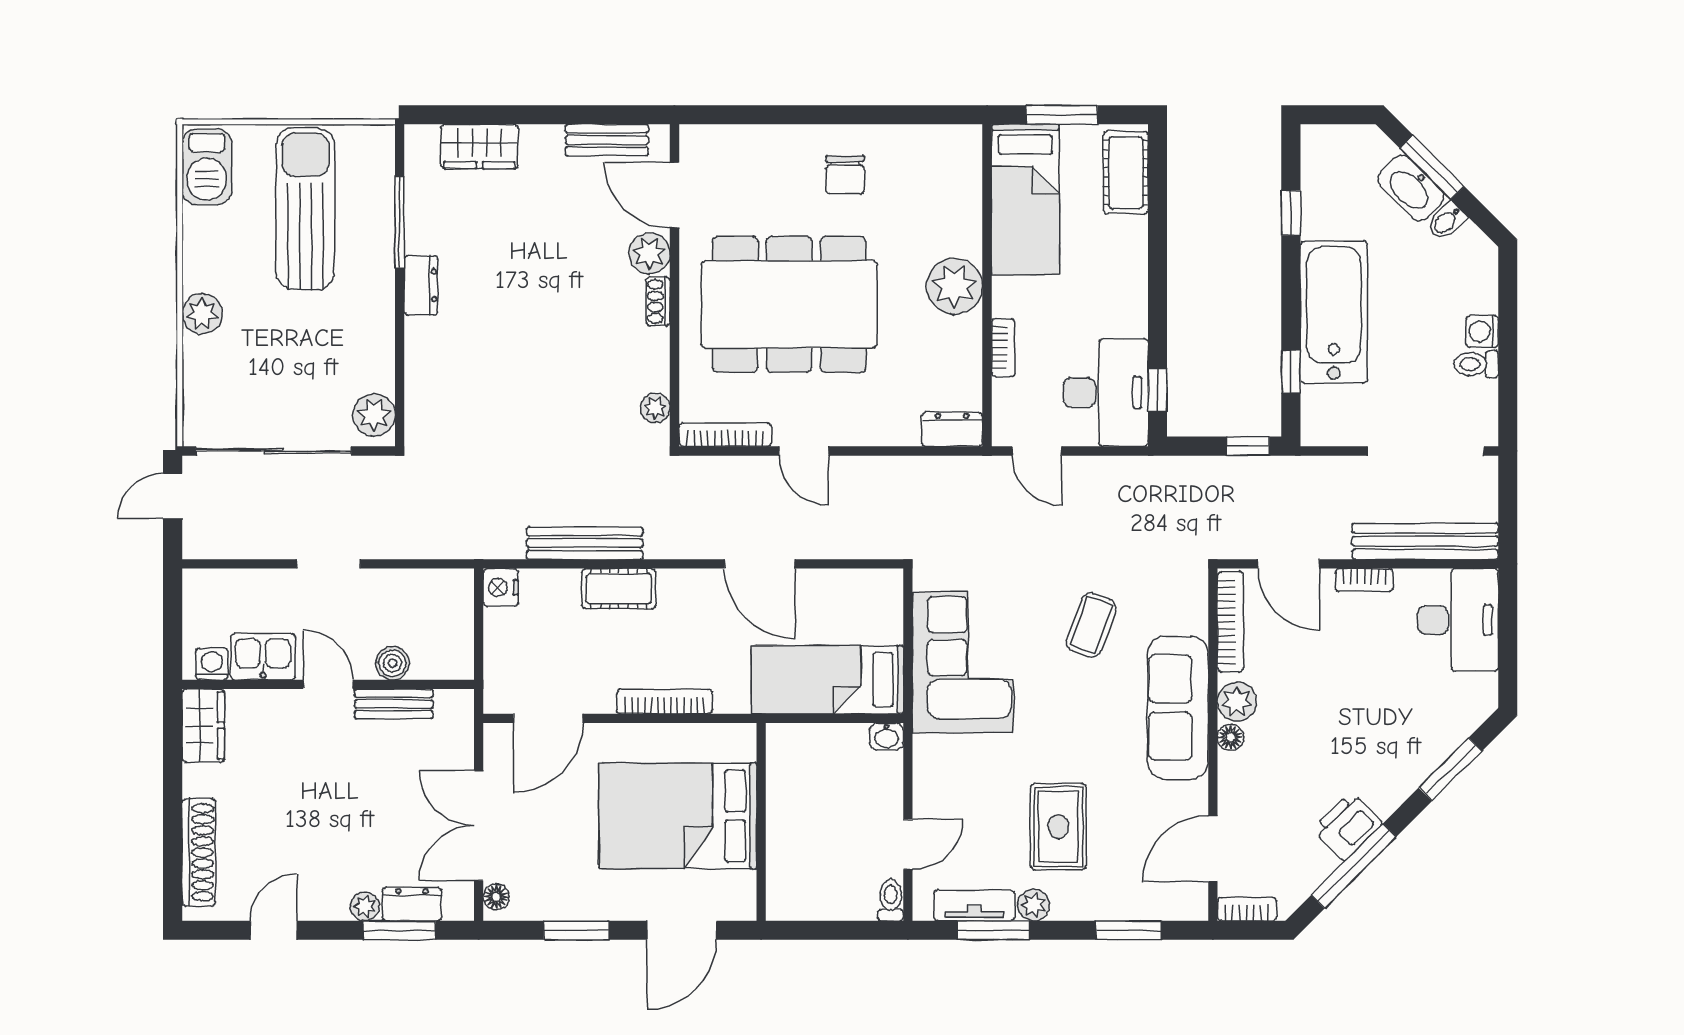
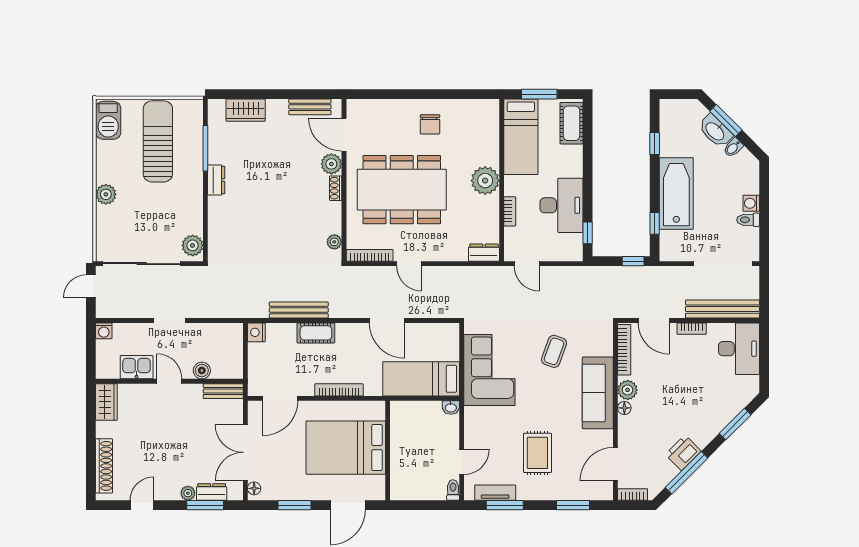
desk: (1106, 393) -> (561, 205), moved
washing machine: (212, 664) -> (104, 331), moved, turned 180
bench: (394, 704) -> (223, 391), moved
plant: (1034, 905) -> (525, 492), removed

